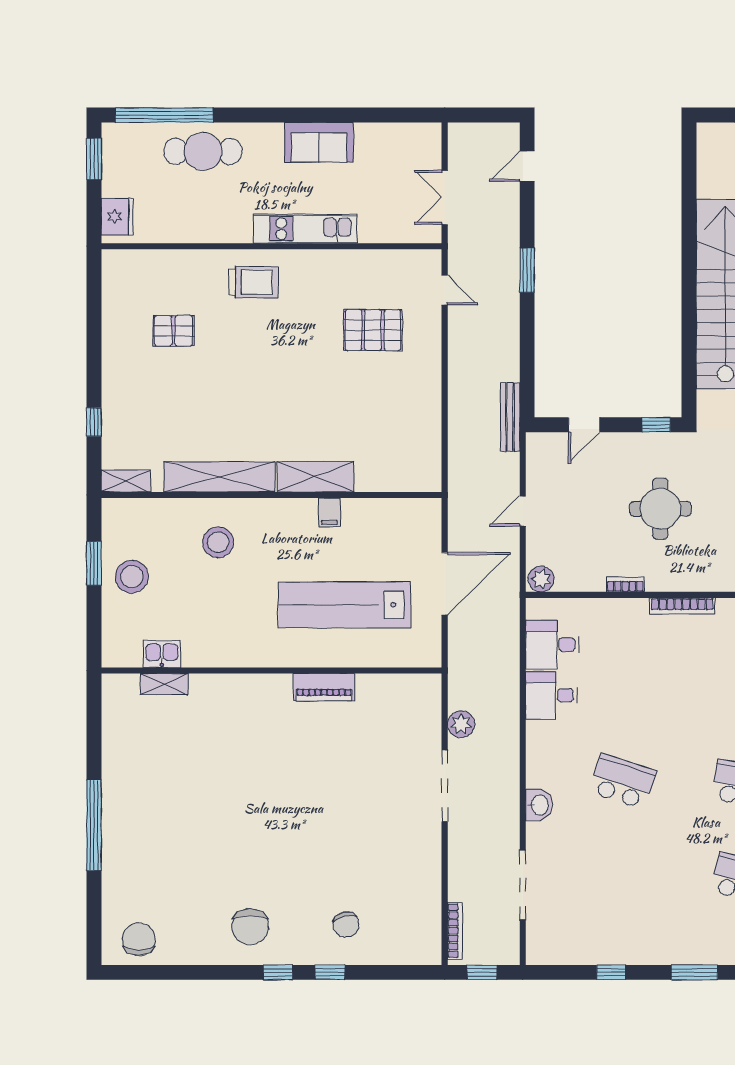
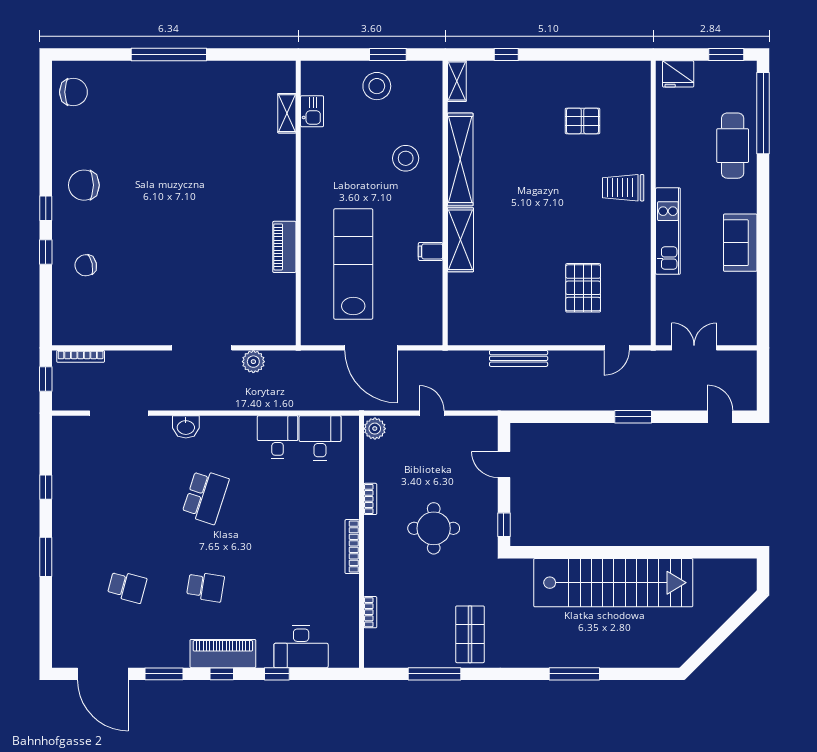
trolley: (253, 282) -> (623, 188), turned 90
pallet: (173, 331) -> (582, 121), turned 90
bench: (510, 417) -> (519, 358), moved

